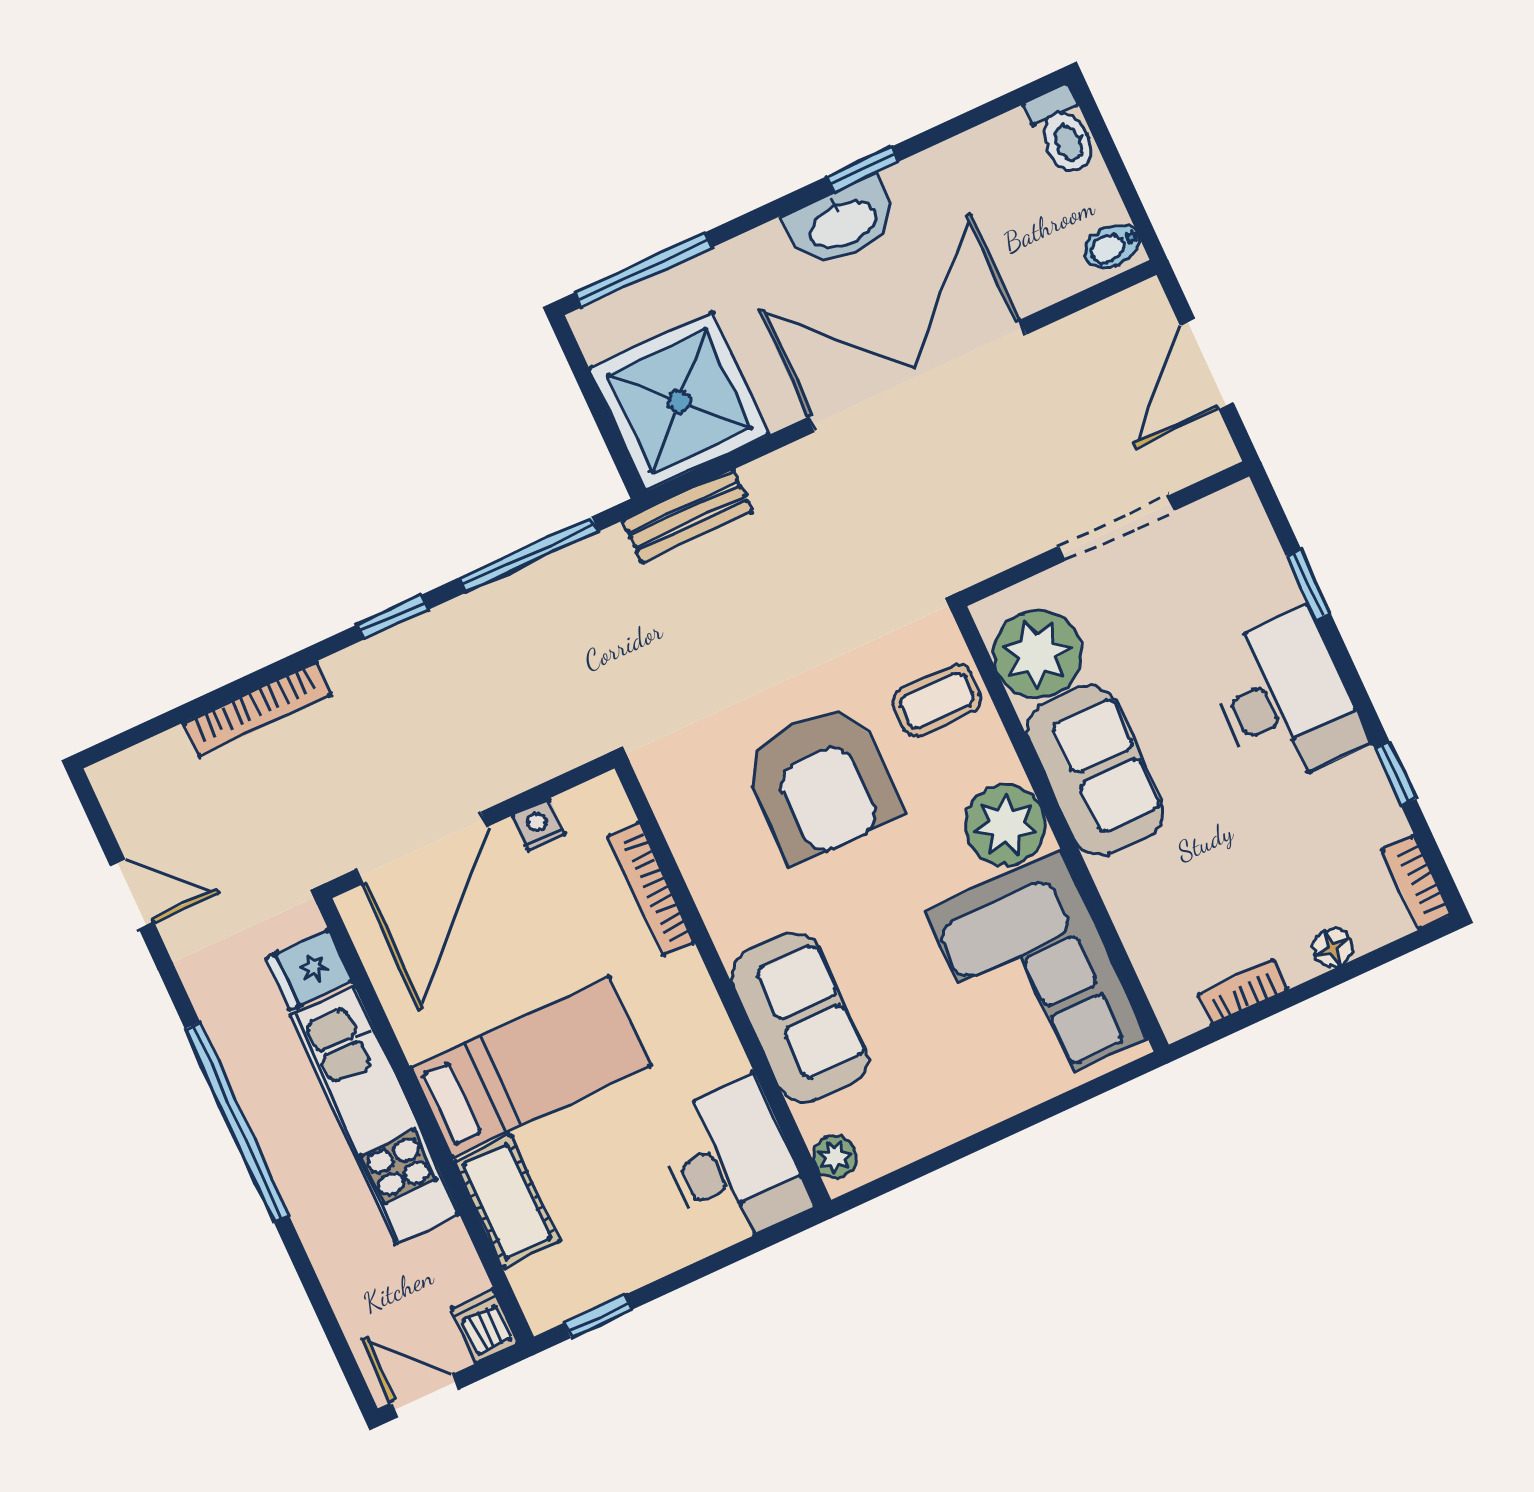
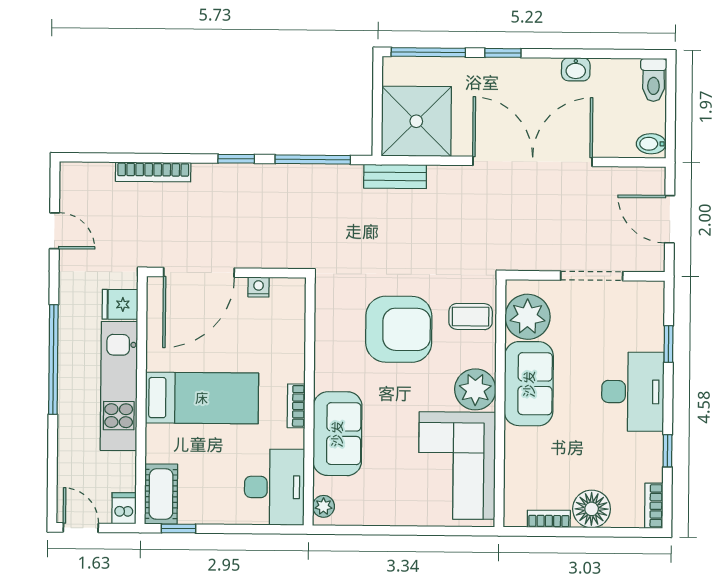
window: (862, 169) -> (503, 53), moved
washbasin: (842, 223) -> (576, 69), moved, width x0.52, depth x0.69
door: (1207, 364) -> (670, 219), hinge flipped
armchair: (821, 783) -> (399, 329), turned -90
bookcase: (651, 889) -> (296, 406), moved, width x0.64
floor lamp: (1332, 948) -> (592, 509), width x1.89, depth x1.89
cot: (507, 1202) -> (161, 494), moved

